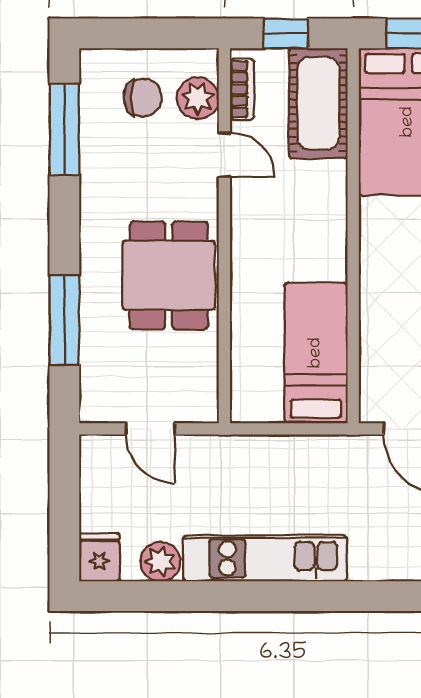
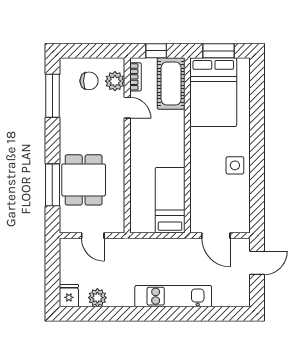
dining table: (169, 276) -> (84, 180), moved
kitchen unit: (265, 558) -> (173, 296), moved

